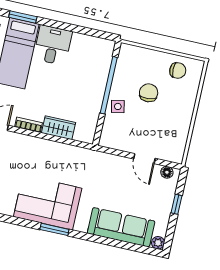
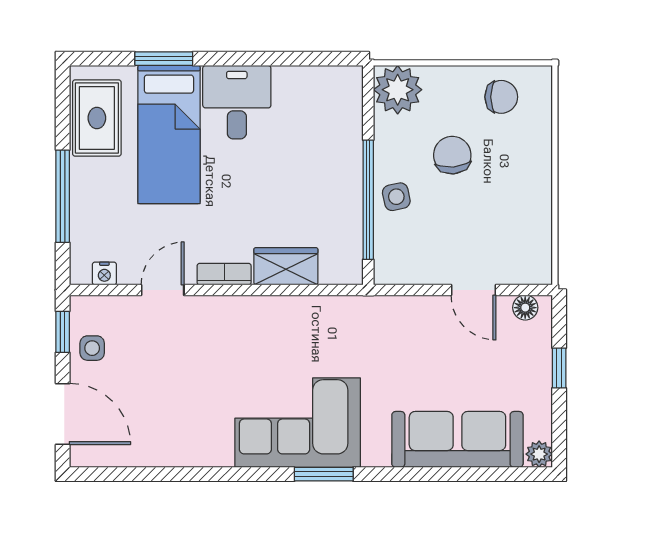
plant: (130, 56) -> (398, 90), added
window: (109, 85) -> (368, 200), moved

